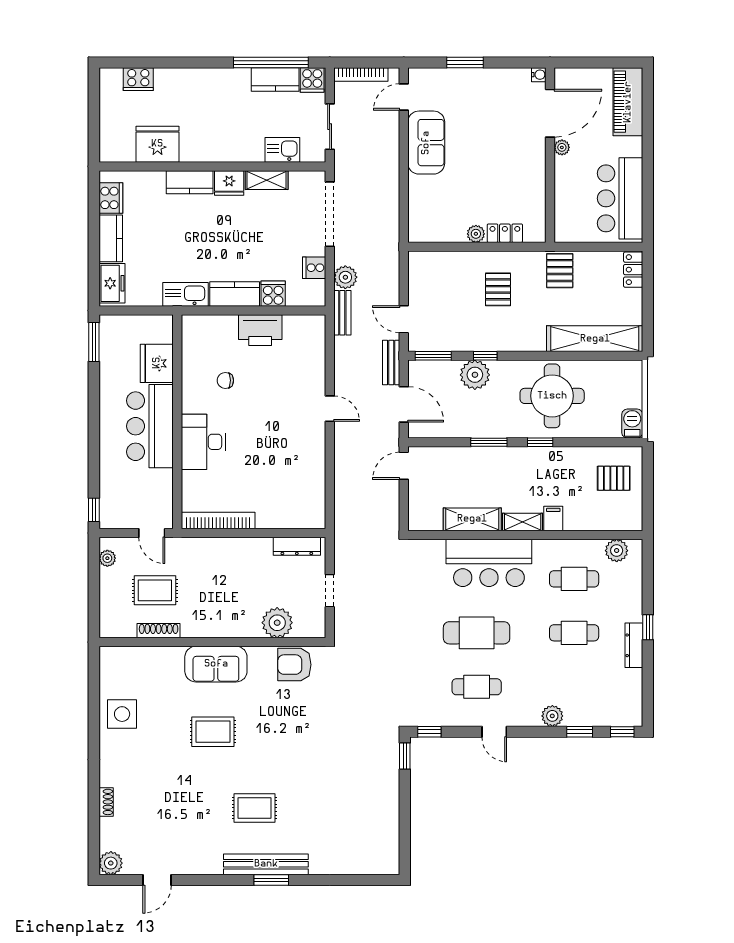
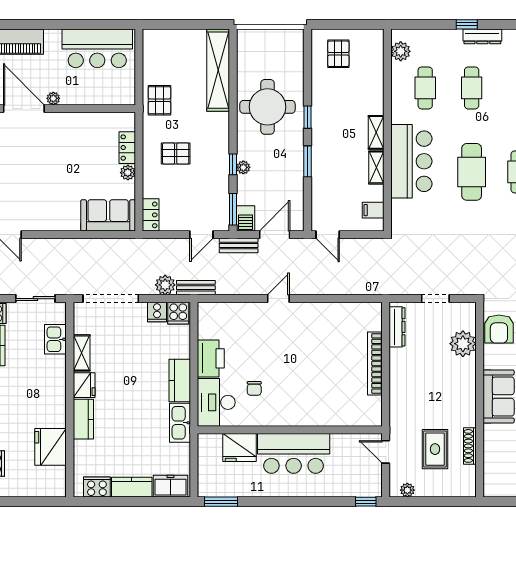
sofa: (426, 143) -> (108, 215), moved
locker: (633, 270) -> (151, 215), moved, turned -90
pallet: (560, 271) -> (159, 100), turned 90
cooker: (273, 294) -> (178, 313), moved, turned -90
plant: (475, 375) -> (243, 167), width x0.53, depth x0.53
barbecue: (632, 424) -> (246, 218), moved, turned -90
desk: (203, 442) -> (216, 402), moved, turned 90
shelving: (472, 519) -> (376, 167), width x0.67, depth x0.75
filing cabinet: (553, 519) -> (373, 210), moved
bookcase: (218, 520) -> (375, 363), moved
door: (152, 533) -> (386, 452), swing flipped

